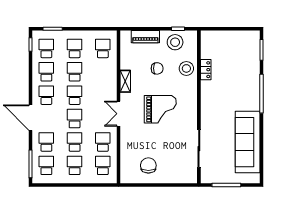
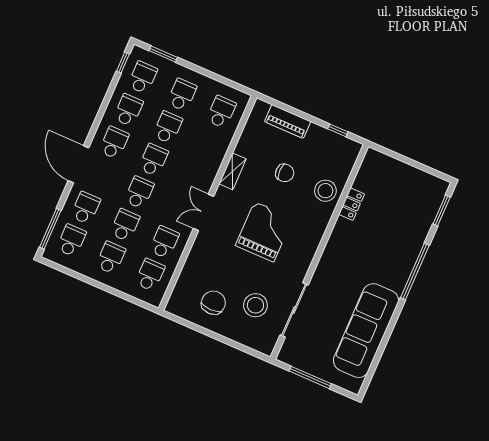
stool: (175, 42) -> (255, 305), moved
grand piano: (160, 109) -> (264, 232), turned -90

